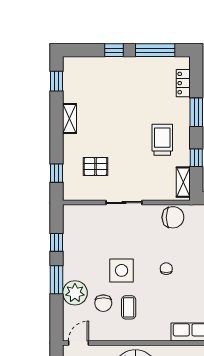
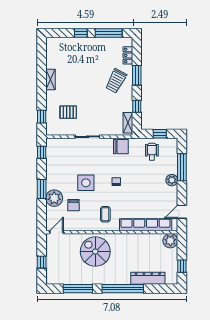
window: (57, 81) -> (42, 54), removed
trolley: (162, 140) -> (116, 81), moved, turned -152
window: (57, 242) -> (42, 152), moved
coffee table: (129, 307) -> (105, 214), moved

